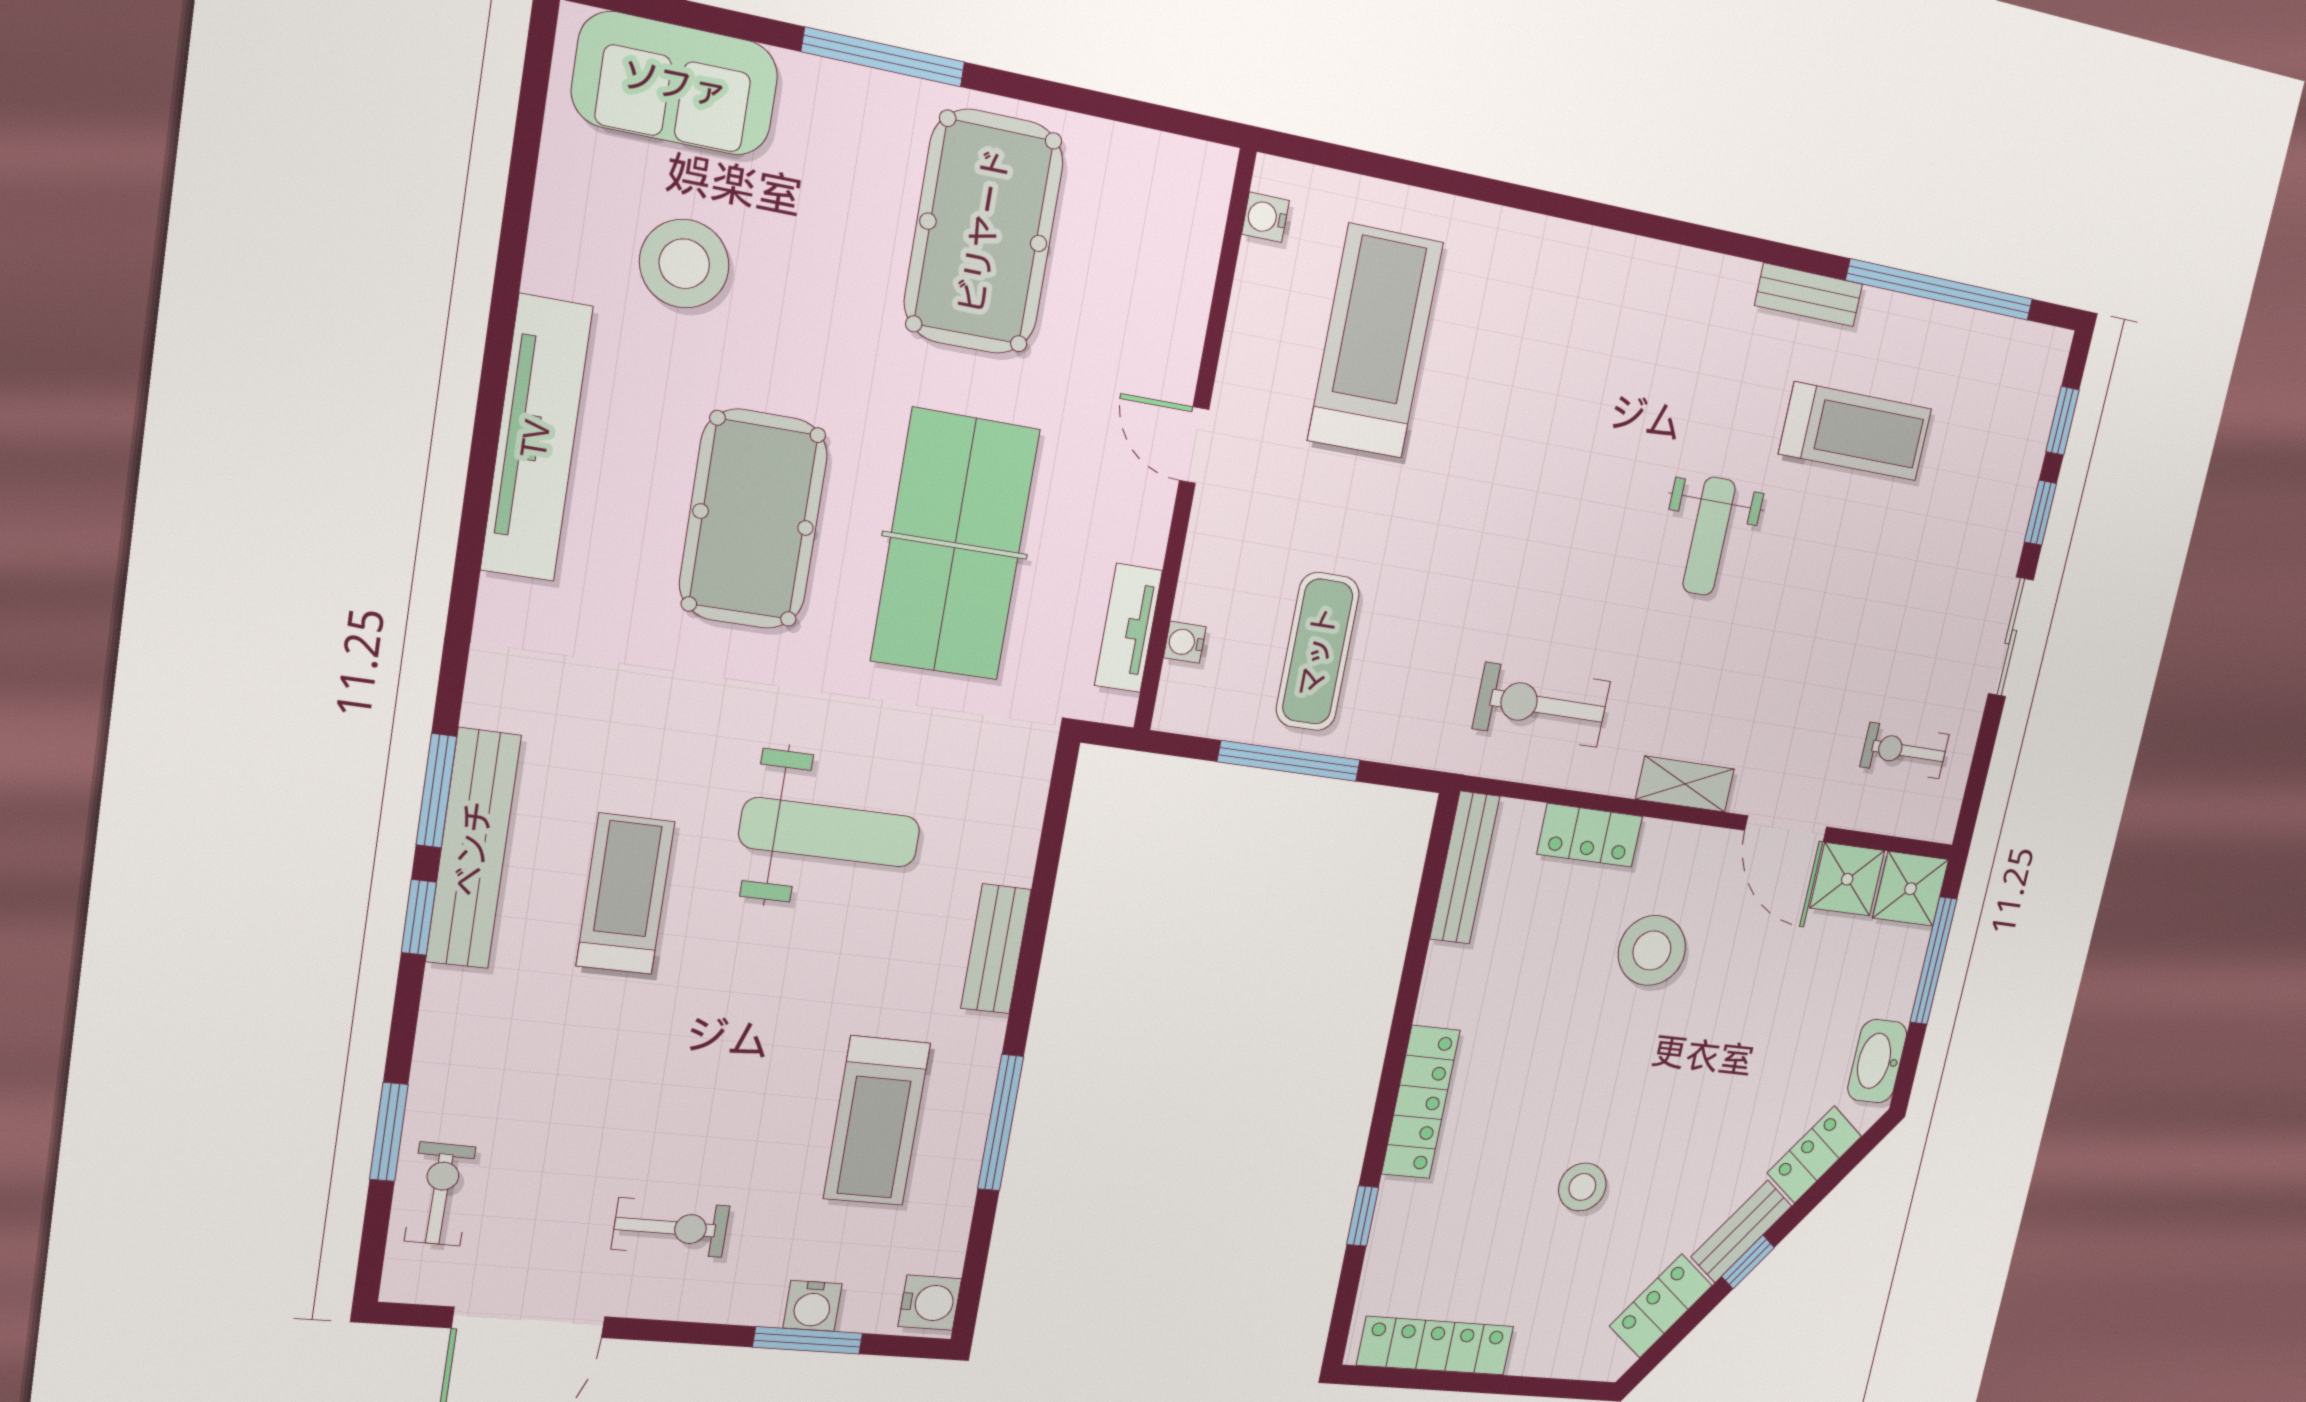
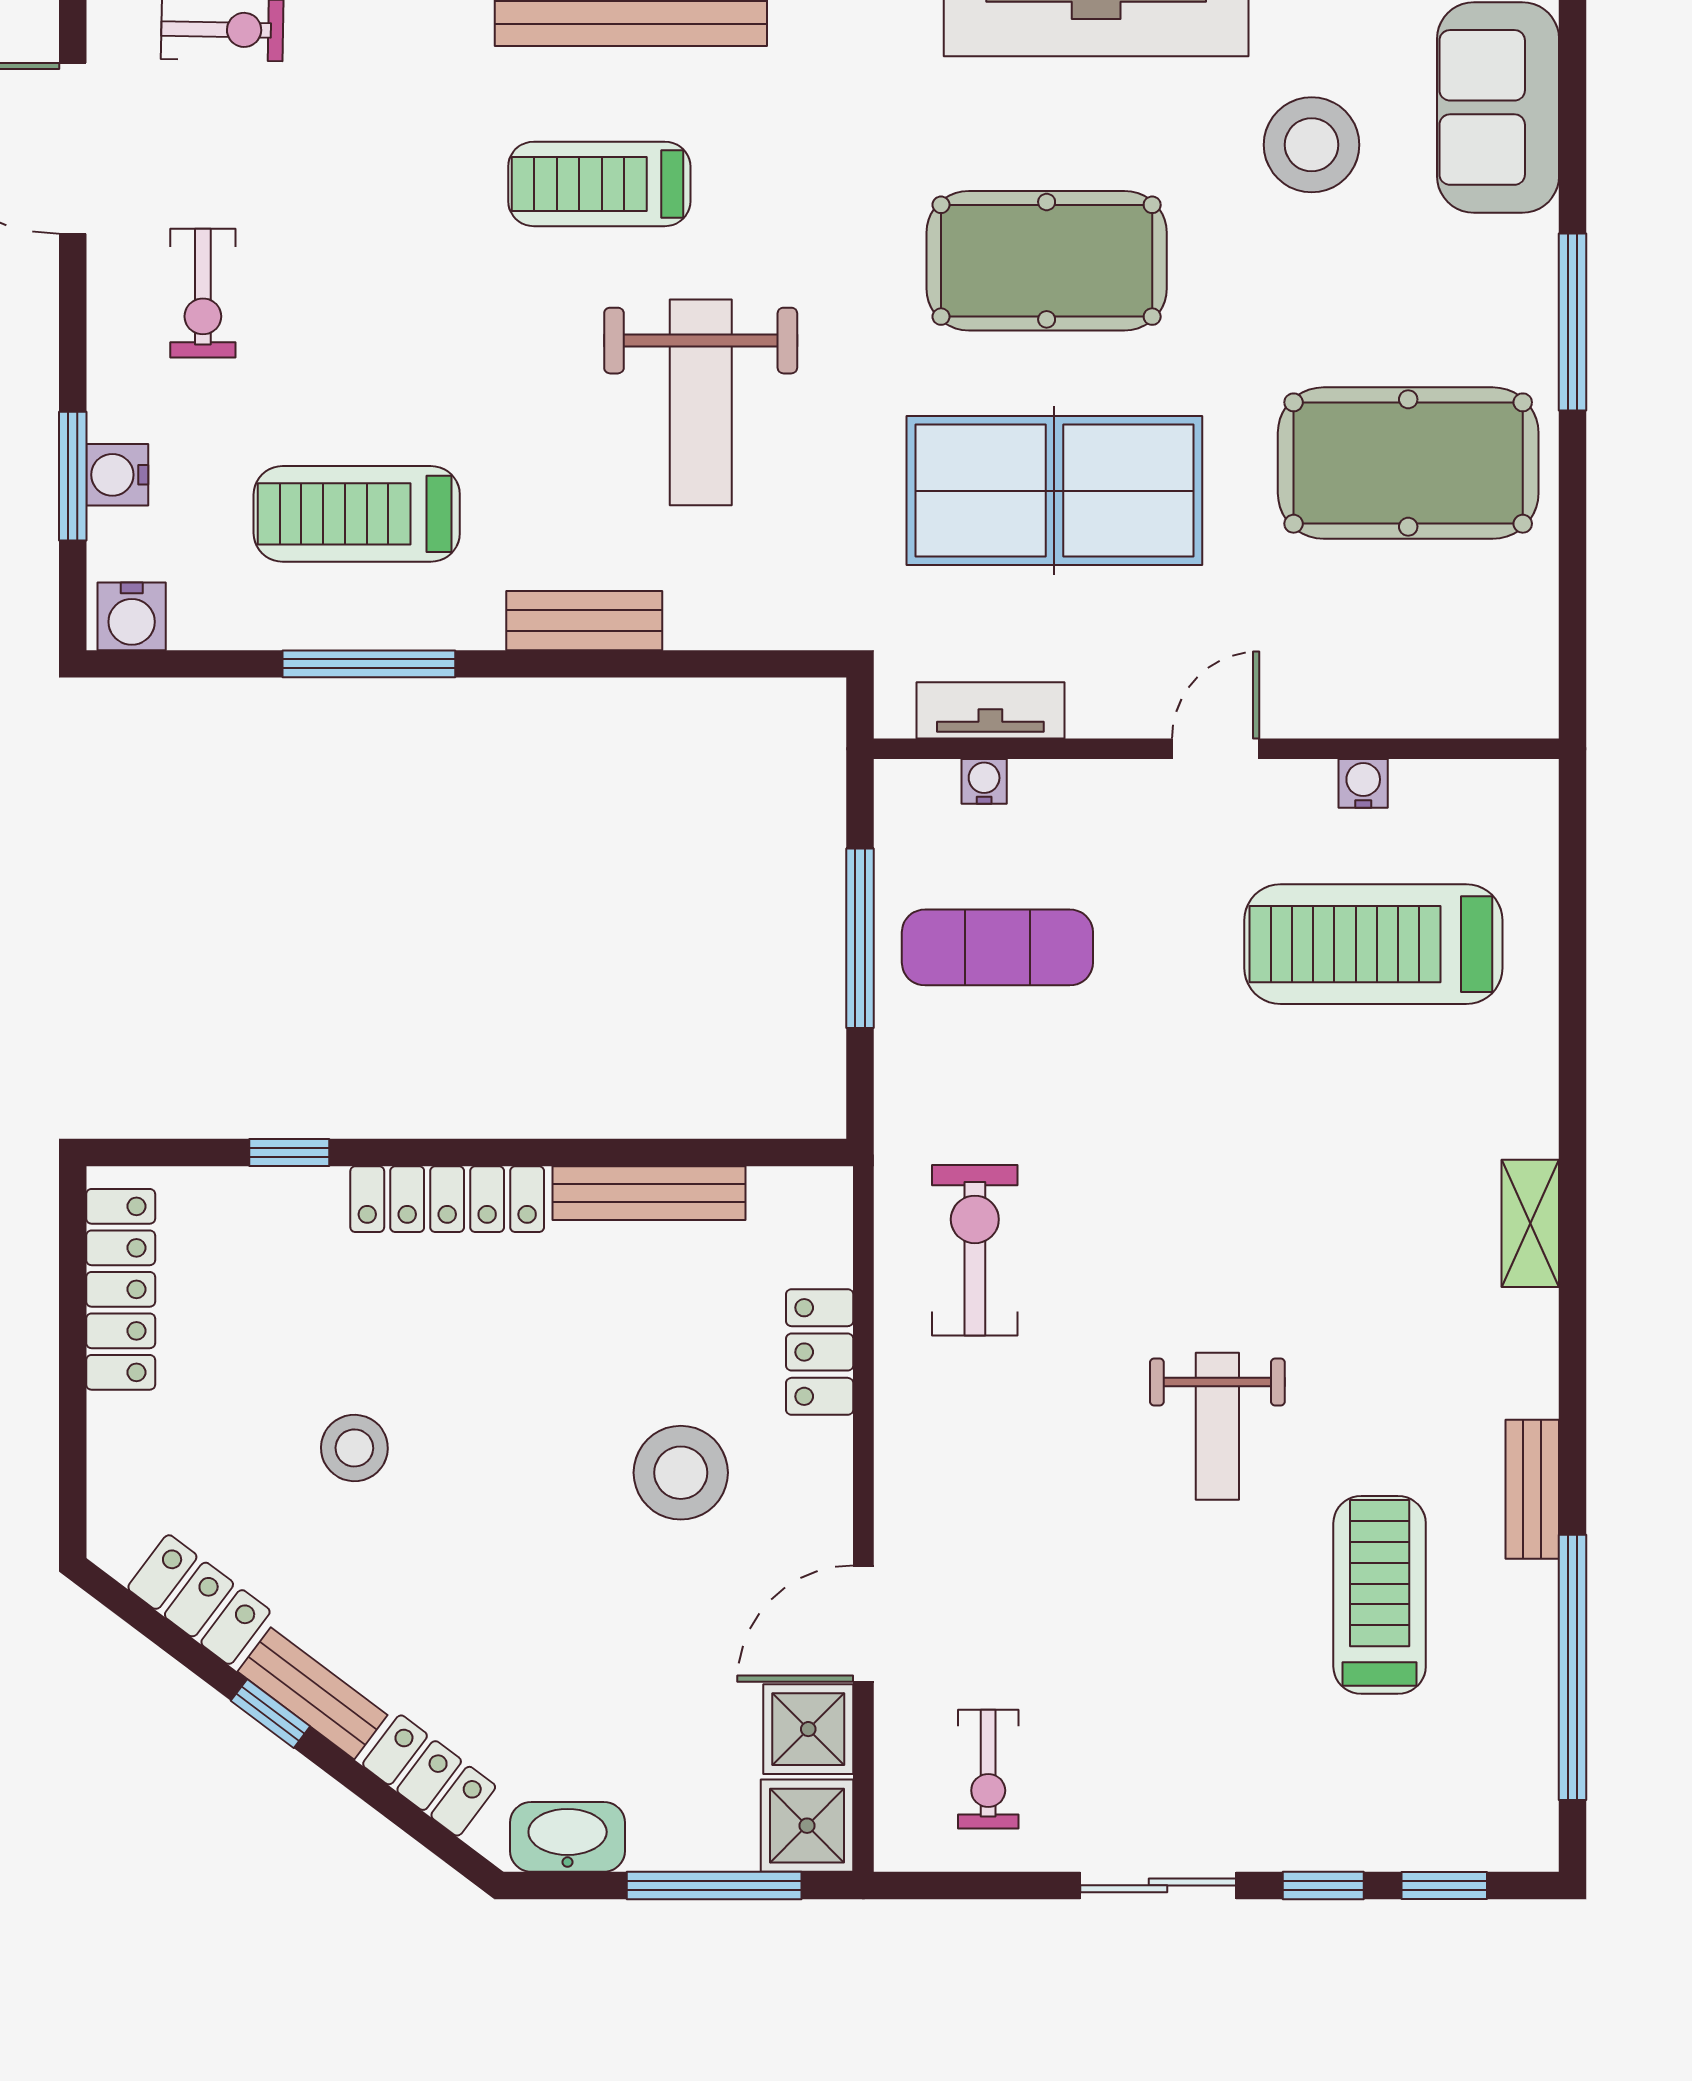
water cooler: (1265, 217) -> (1363, 783), moved
treadmill: (1375, 342) -> (1373, 944), turned 180
treadmill: (1855, 431) -> (1380, 1595), turned 180
weight bench: (1709, 536) -> (1217, 1426), turned -90
exercise bike: (1905, 751) -> (988, 1769), turned 180
shelving: (1685, 784) -> (1530, 1223), moved
bench: (1465, 868) -> (649, 1193), moved
treadmill: (625, 894) -> (599, 184), turned 180

